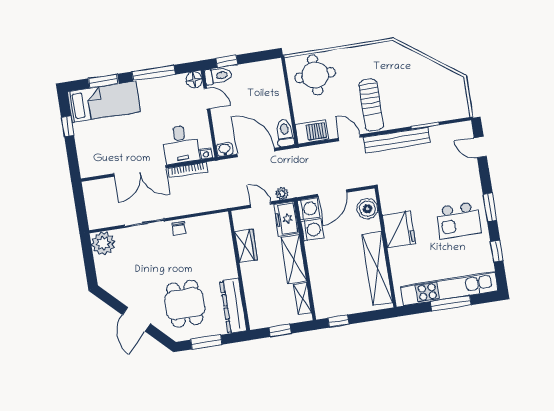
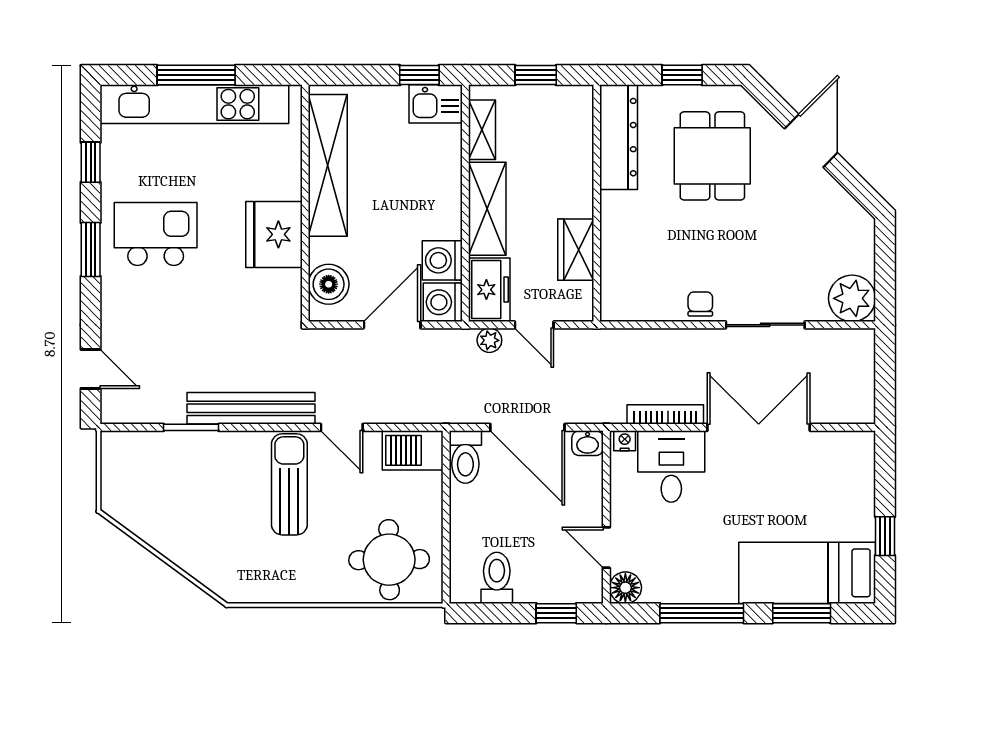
toilet: (218, 76) -> (497, 578), moved, turned 90
kitchen sink: (328, 308) -> (436, 104), added
window: (206, 342) -> (682, 75), width x0.67

